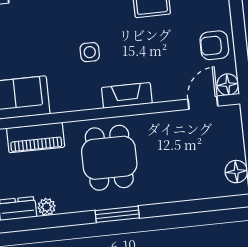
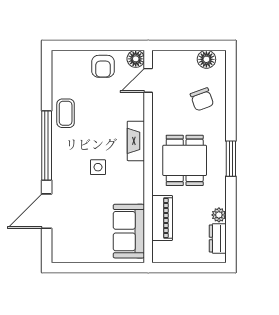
door: (203, 103) -> (148, 80), hinge flipped
dining table: (109, 158) -> (185, 160), turned 90
chair: (187, 171) -> (202, 99), added

